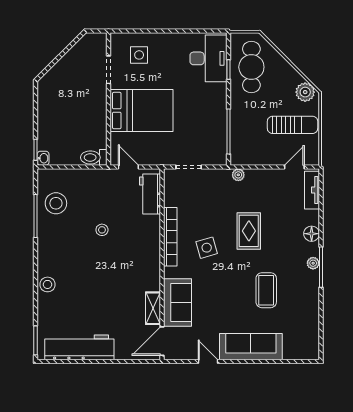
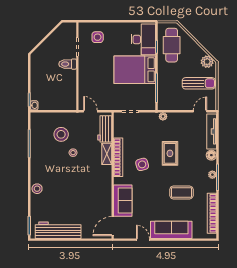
bed: (142, 111) -> (135, 70), moved, turned 180
toilet: (94, 157) -> (68, 64), moved
tv unit: (312, 190) -> (212, 131), width x1.41
stool: (56, 203) -> (61, 134), moved
coffee table: (266, 290) -> (181, 192), turned 90
shelving: (153, 308) -> (107, 154), moved
bookcase: (312, 322) -> (212, 213), added

